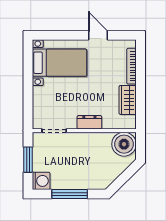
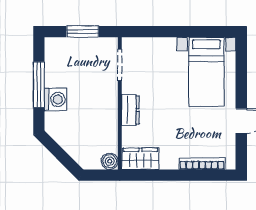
wardrobe: (128, 100) -> (140, 159), moved
boiler: (124, 144) -> (110, 161), width x0.54, depth x0.54
washing machine: (41, 181) -> (56, 99), moved, turned -90

